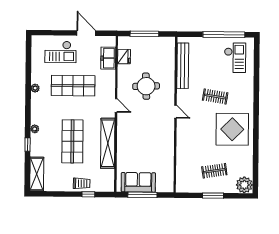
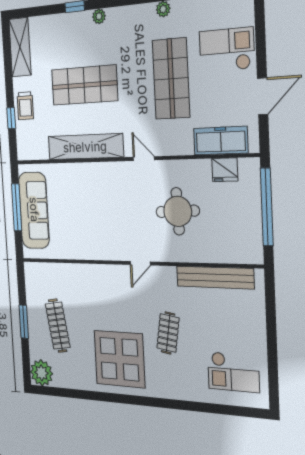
window: (144, 34) -> (267, 207), width x1.46
window: (224, 35) -> (272, 355), removed
checkout: (60, 52) -> (227, 50), turned 90
freezer: (108, 58) -> (221, 141), width x1.40
door: (116, 105) -> (144, 159), swing flipped
clothes rail: (214, 171) -> (58, 326), width x1.36
shelving: (37, 174) -> (20, 47), moved, turned 90
sofa: (138, 182) -> (34, 210), width x1.36

